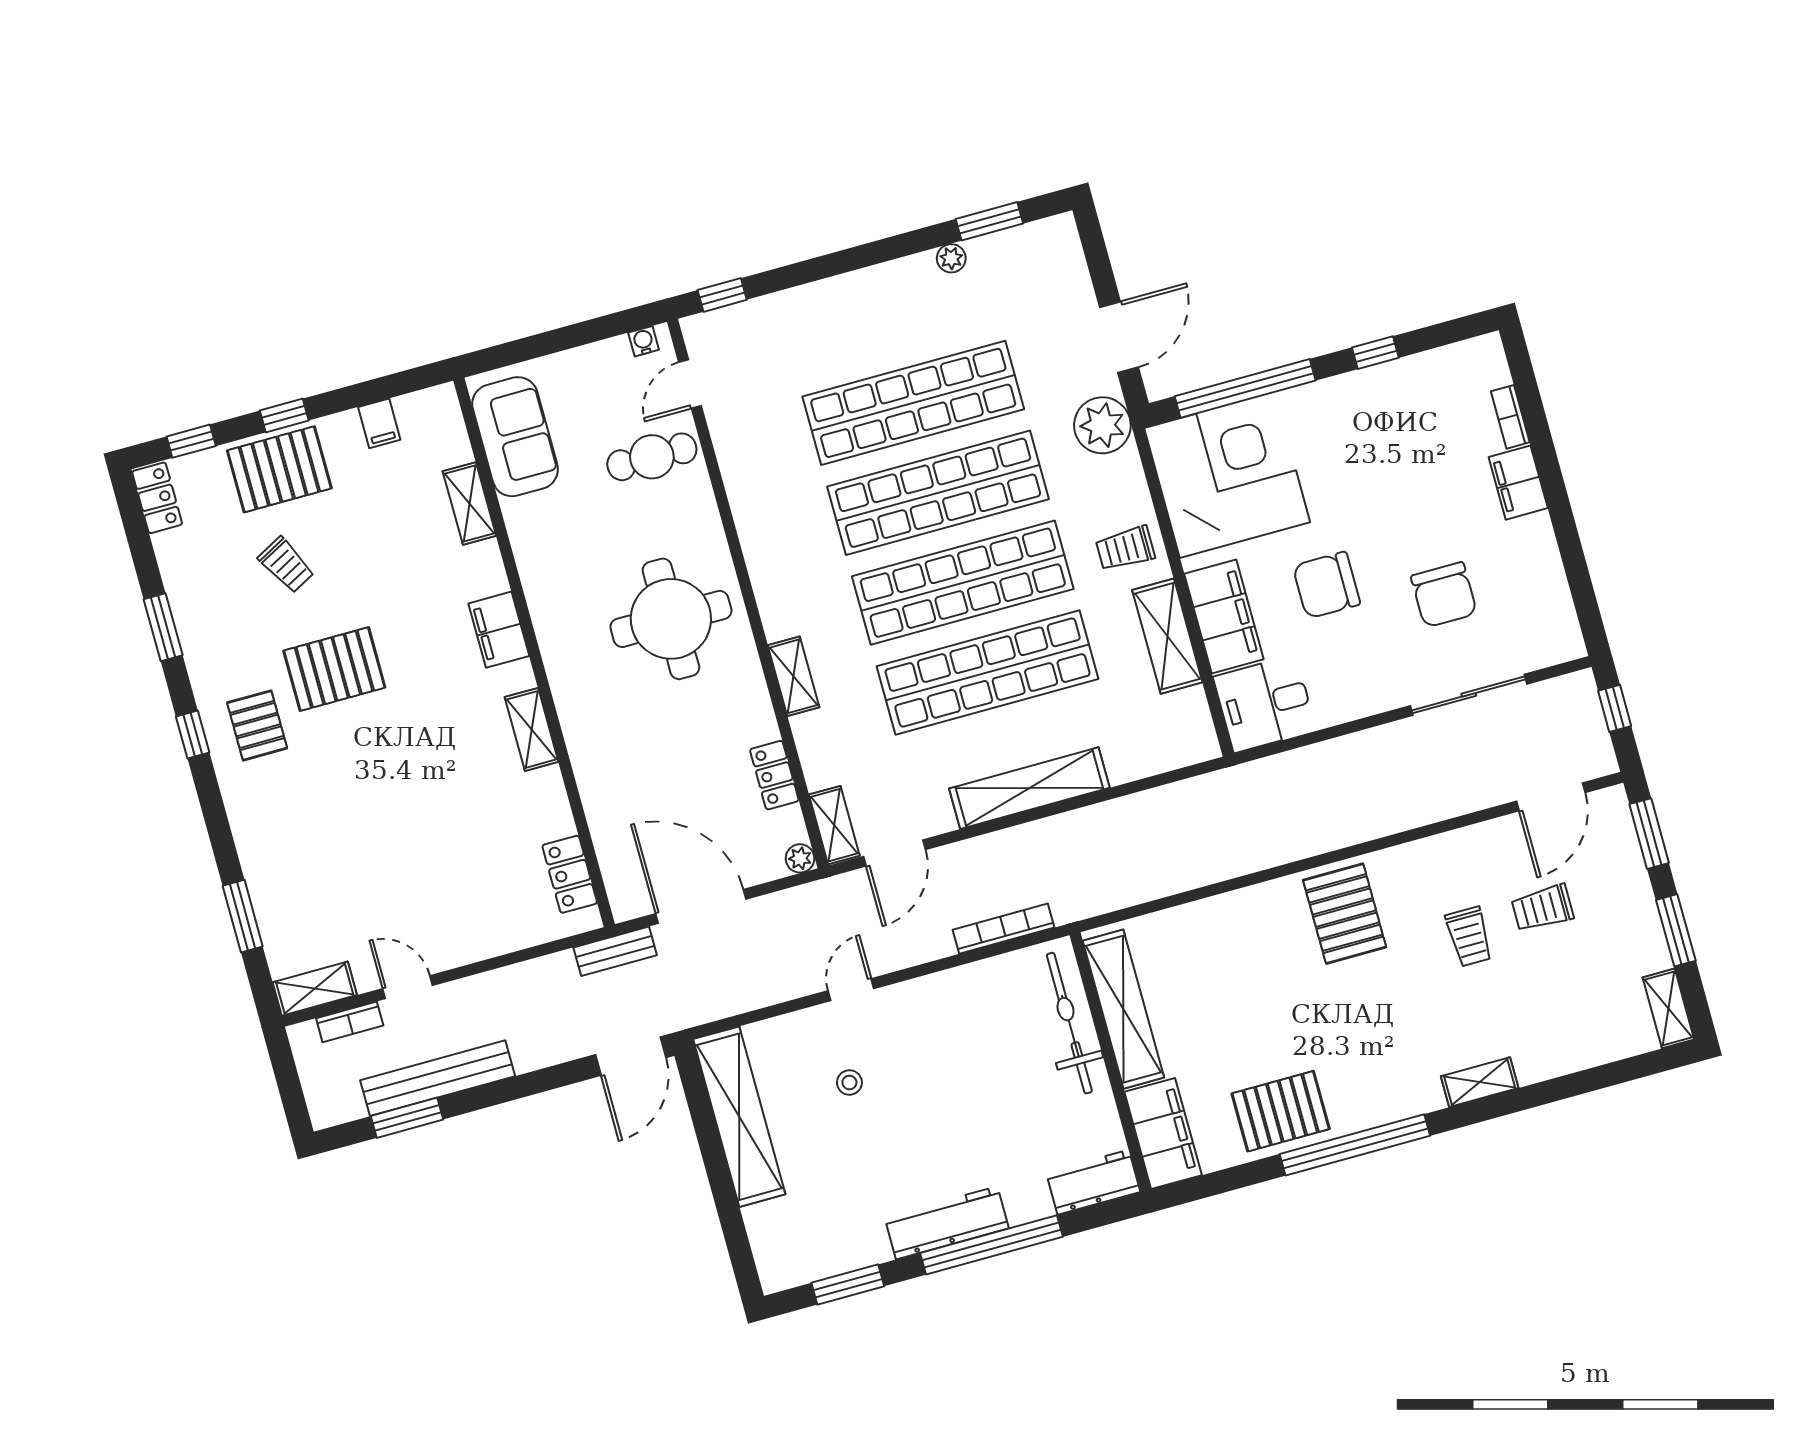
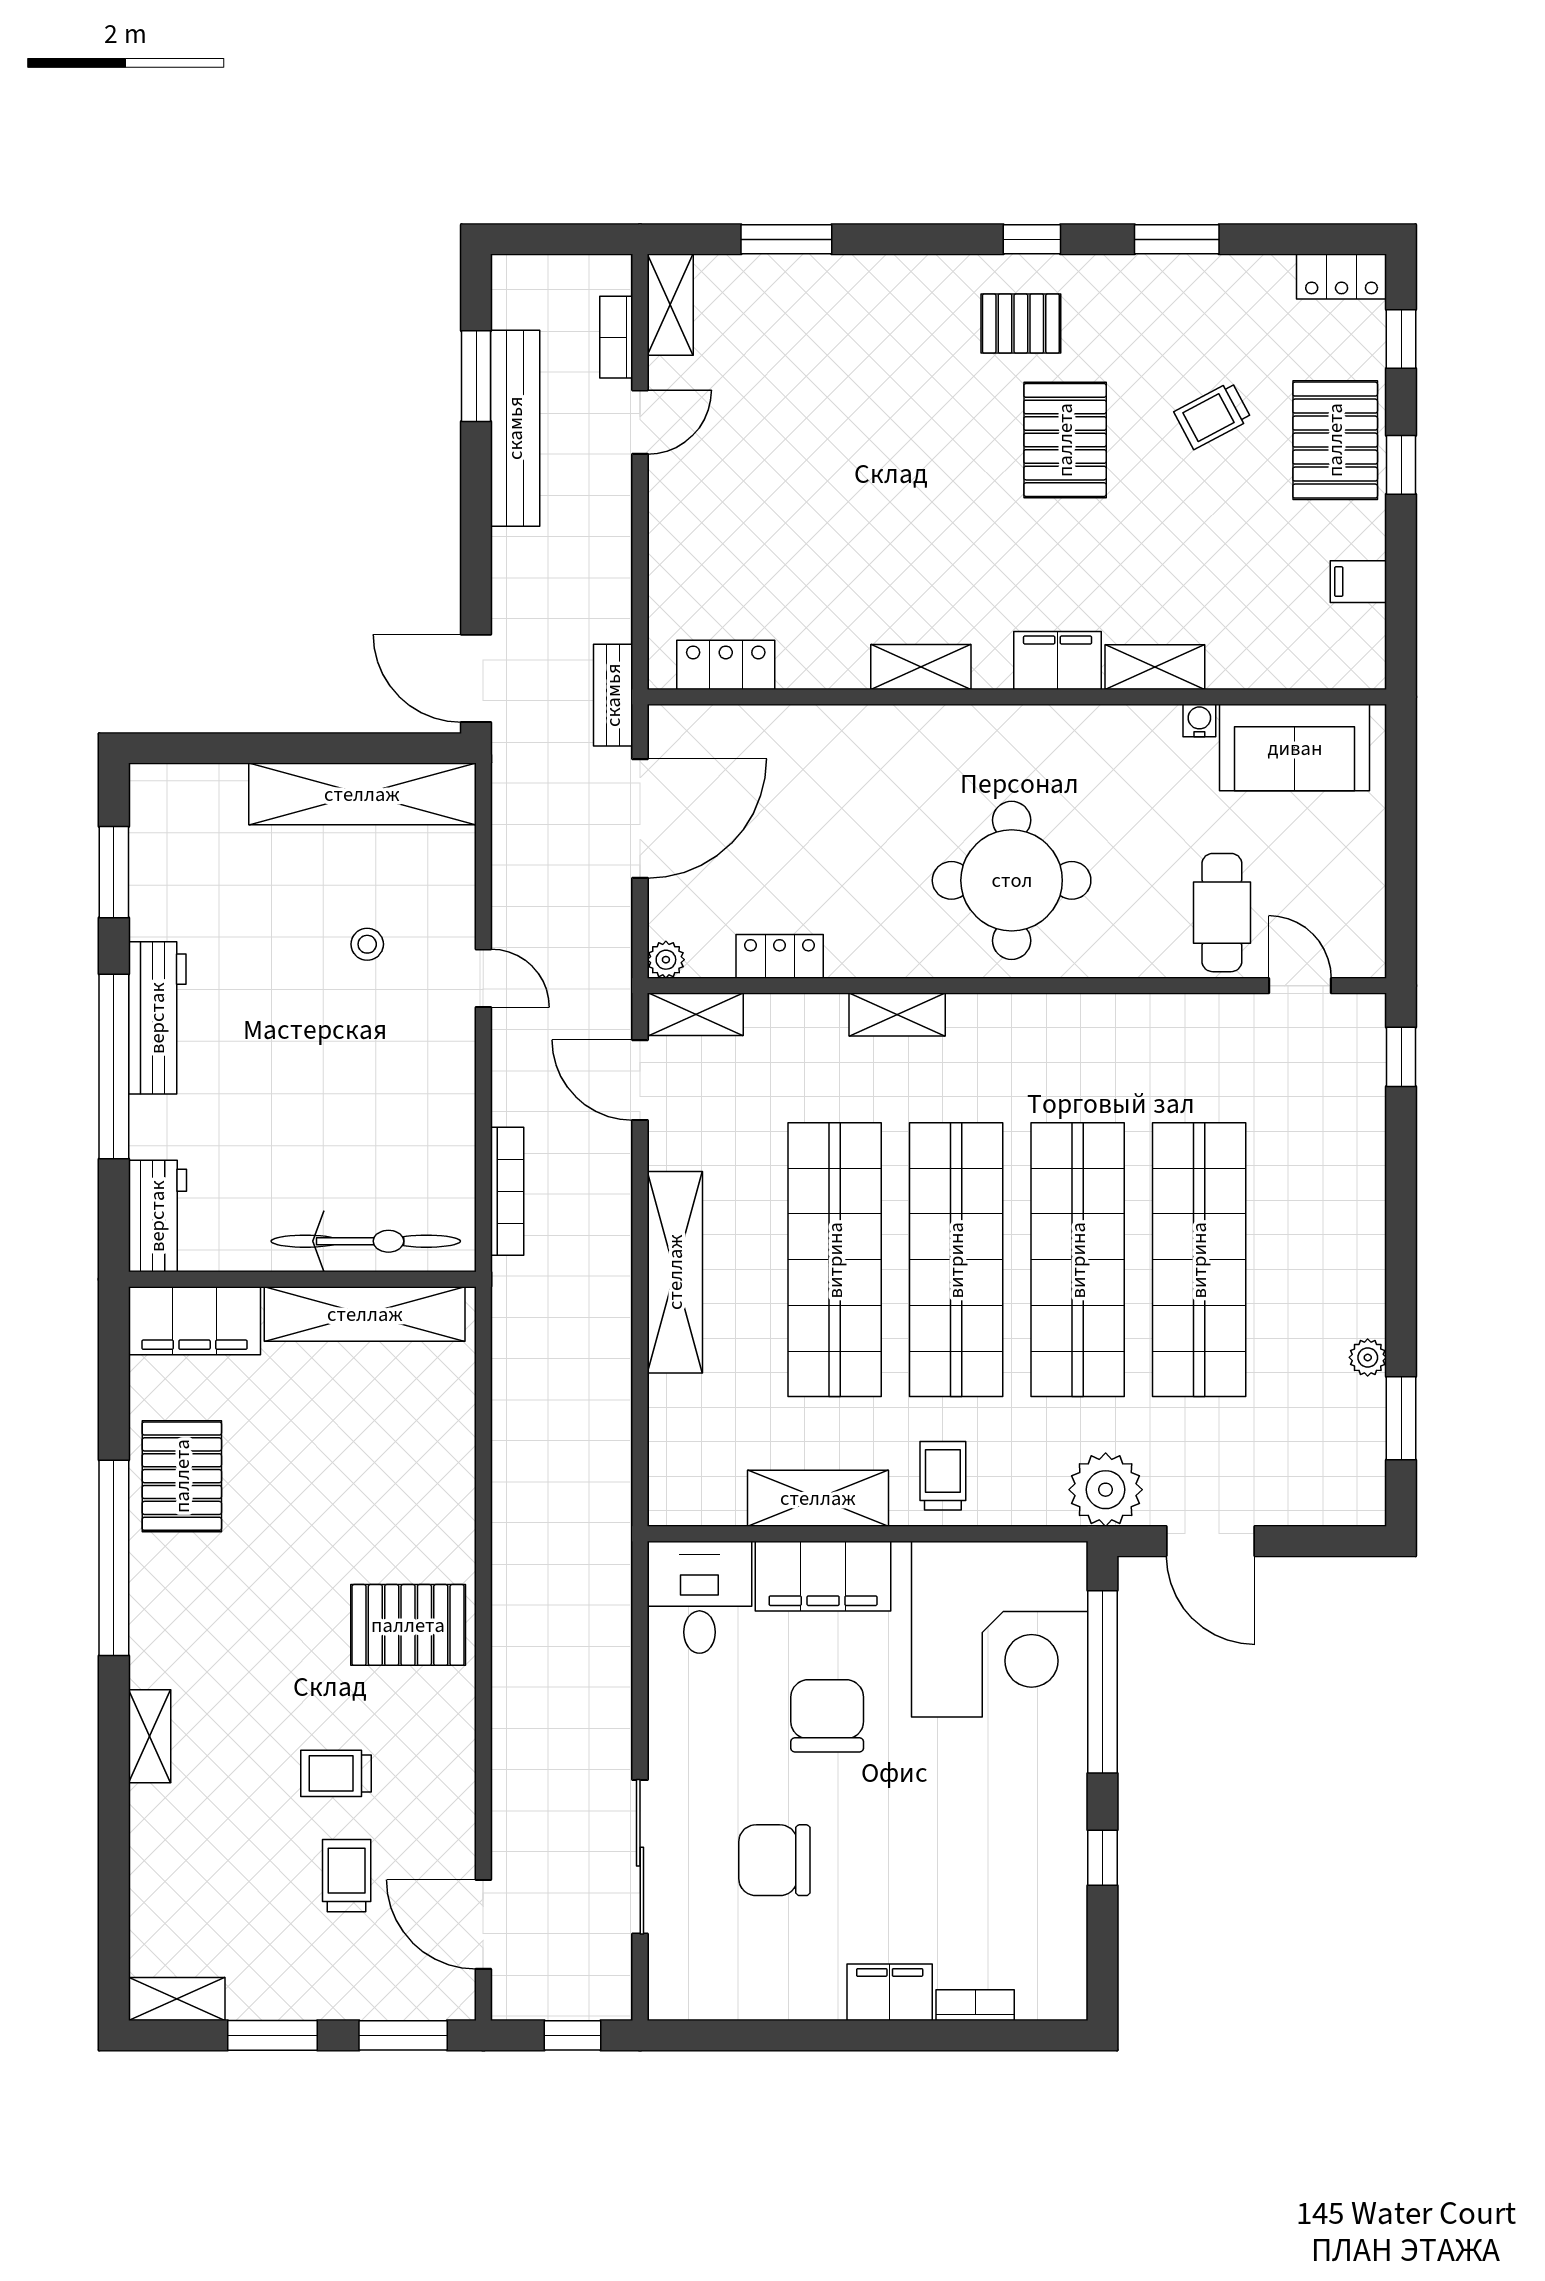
water cooler: (644, 341) -> (1199, 721), moved, turned -90
shelving: (469, 503) -> (1155, 667), moved

